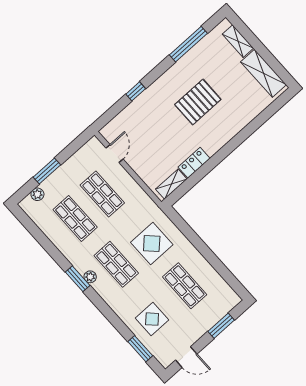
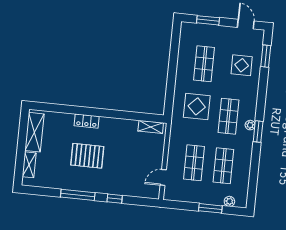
window: (188, 44) -> (78, 195), moved
locker: (194, 163) -> (87, 121), moved

